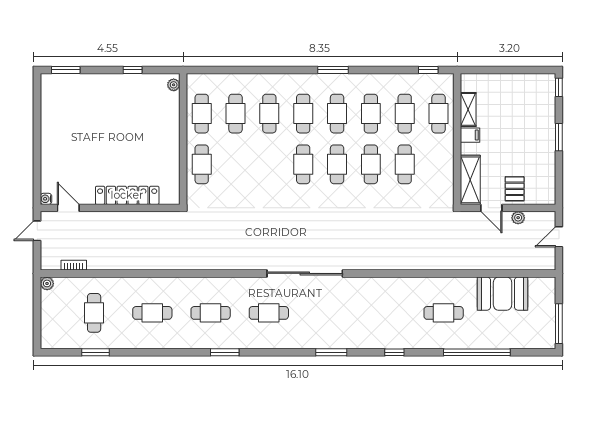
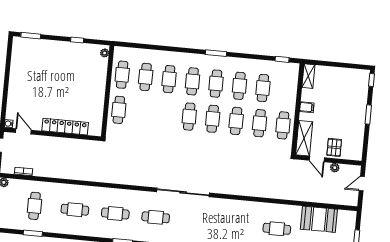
shelving: (468, 109) -> (308, 76), moved
cafe table: (439, 114) -> (283, 125), moved

